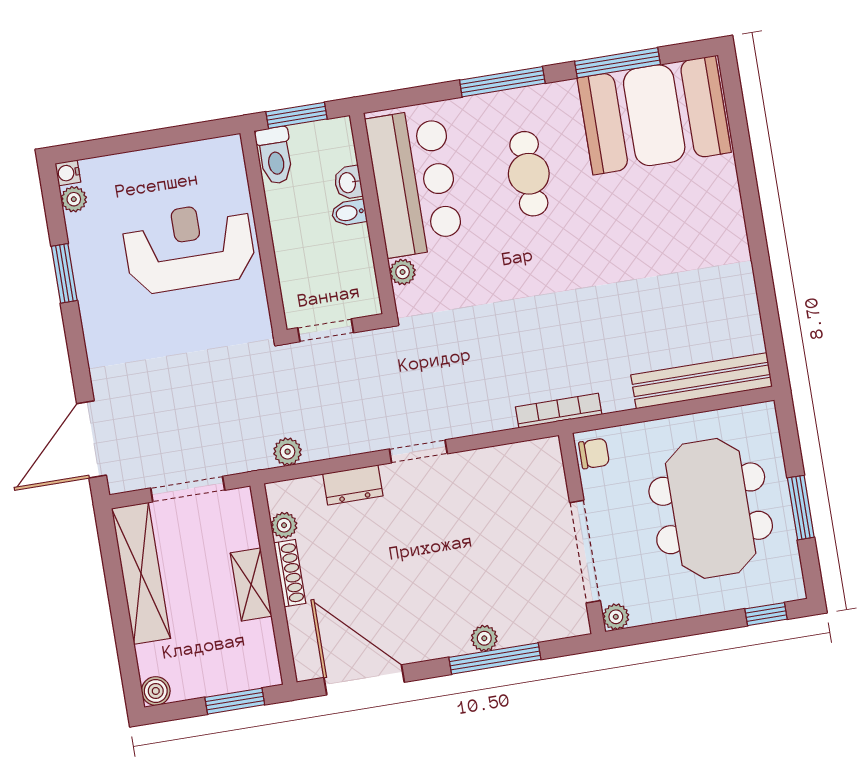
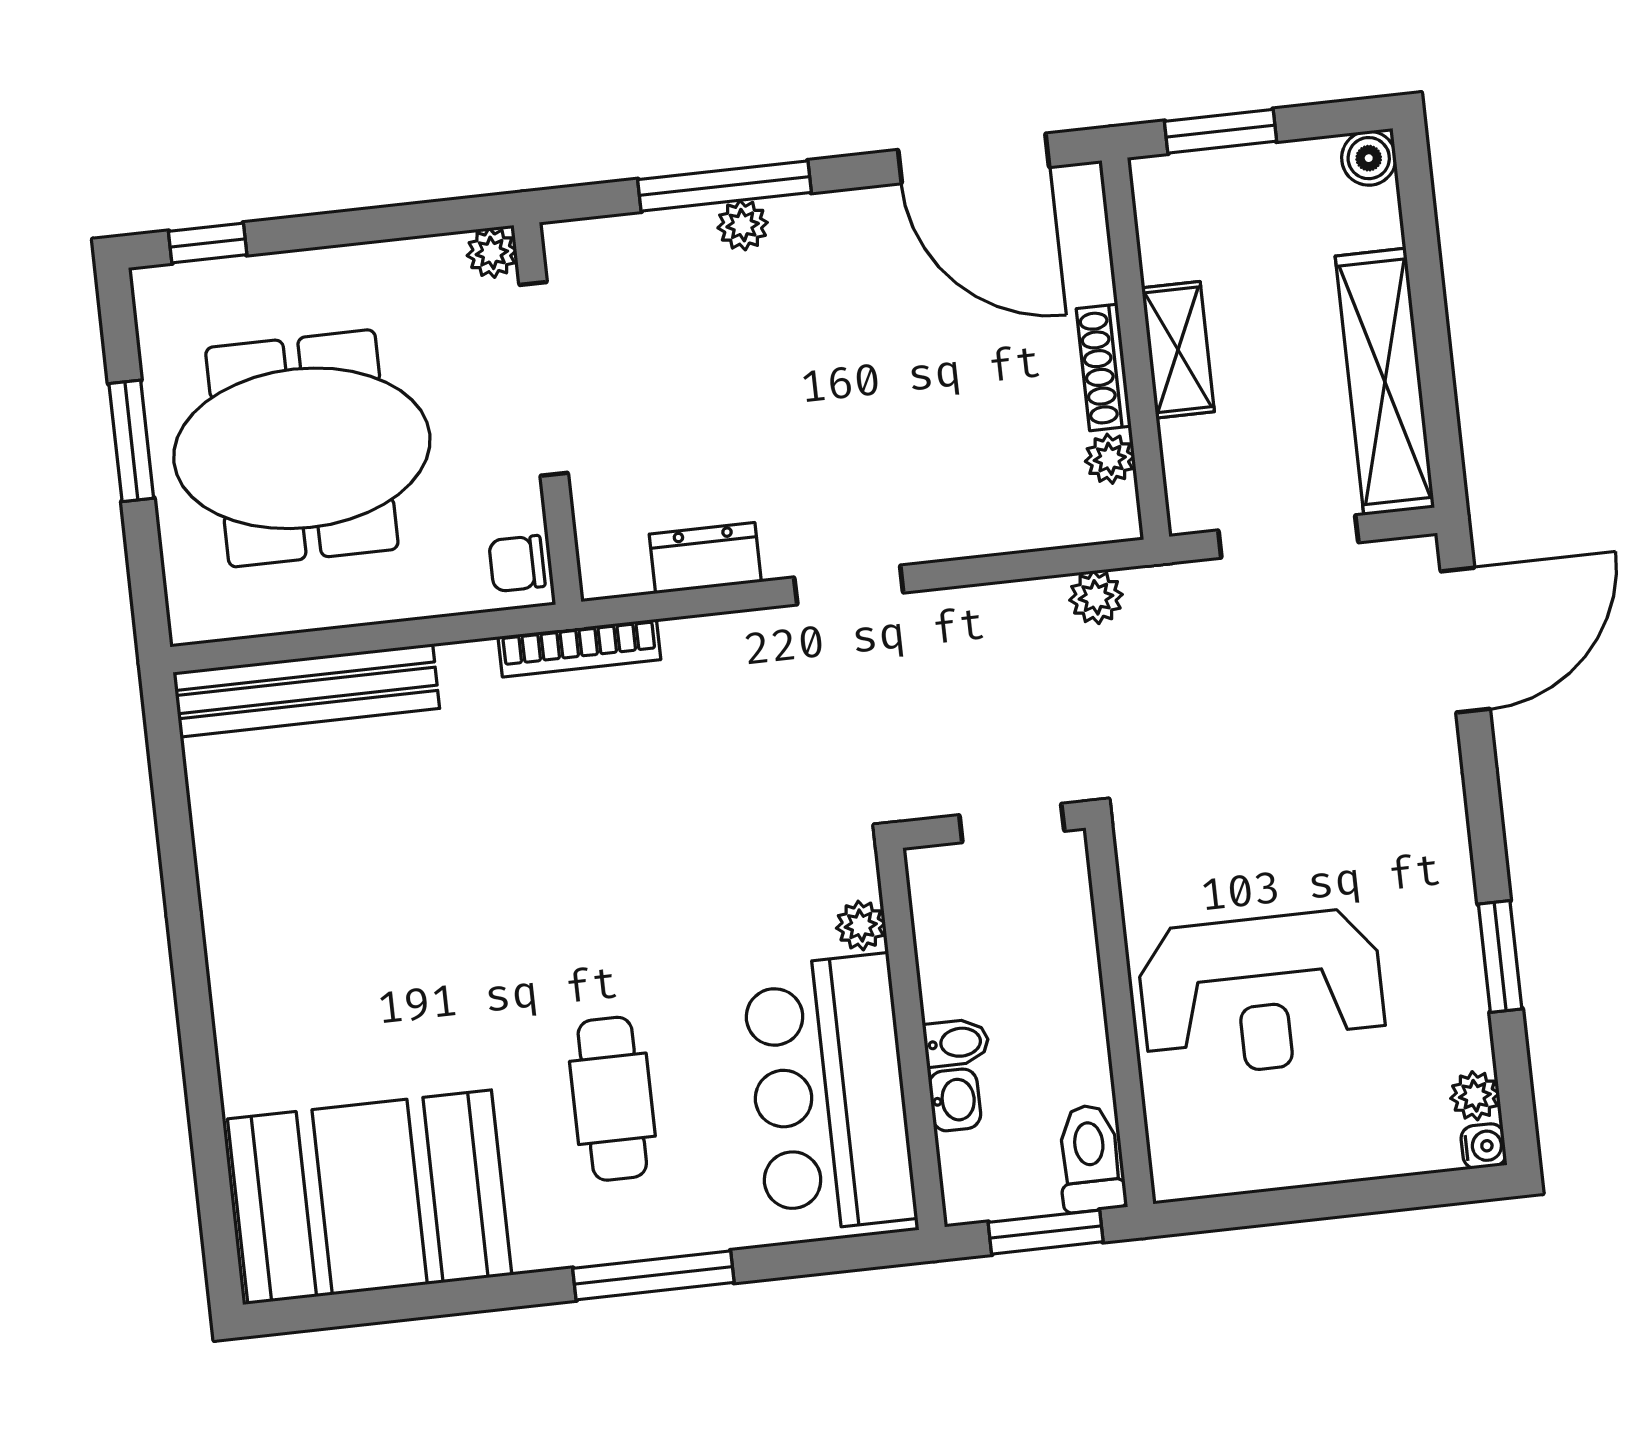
window: (618, 63) -> (434, 1300), removed
dresser: (353, 485) -> (705, 558), moved
meeting table: (711, 508) -> (302, 448), turned 90

